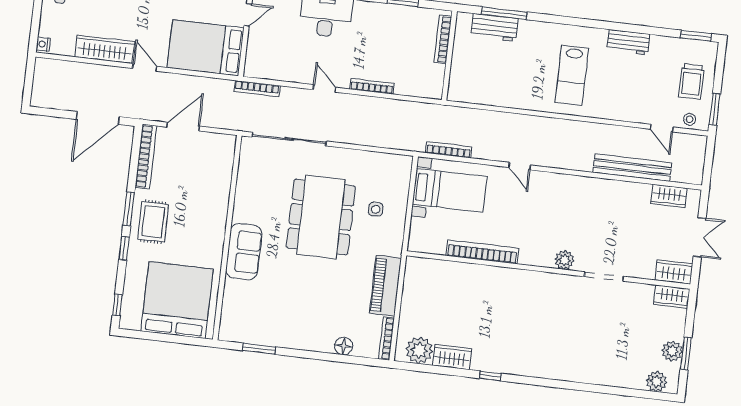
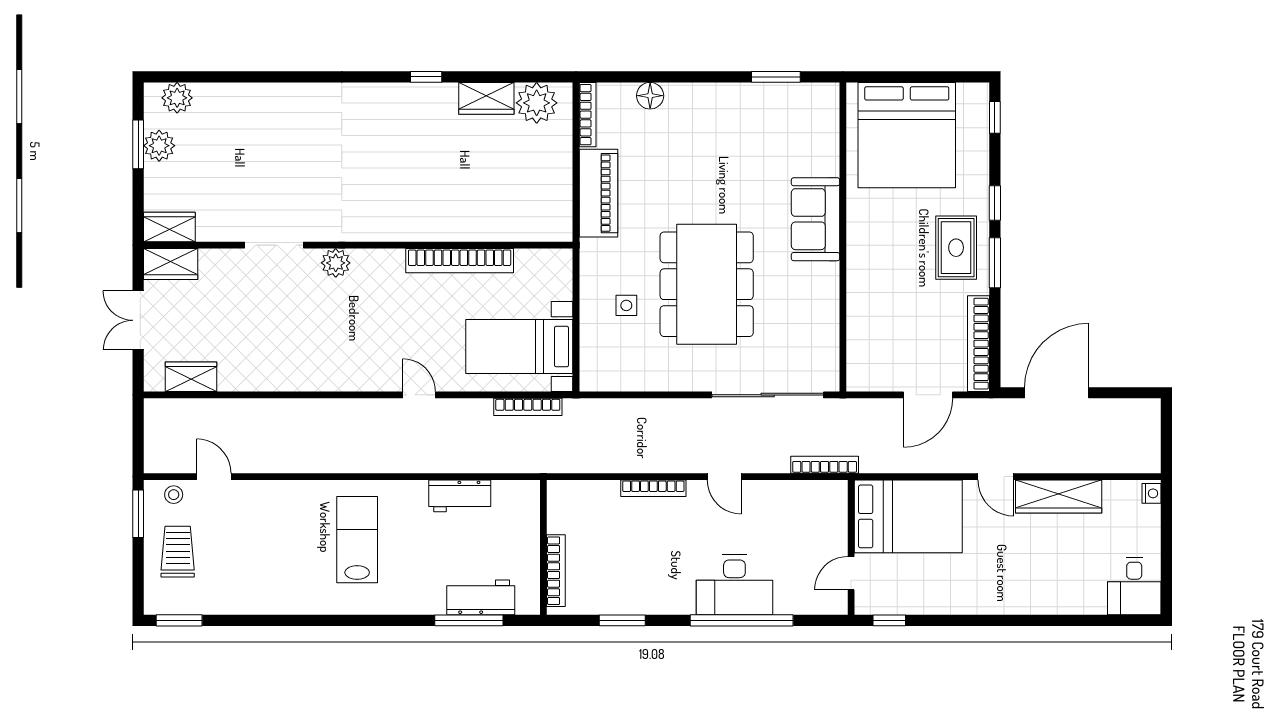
workbench: (628, 42) -> (460, 496), moved, turned 180
bench: (632, 168) -> (251, 413), removed

